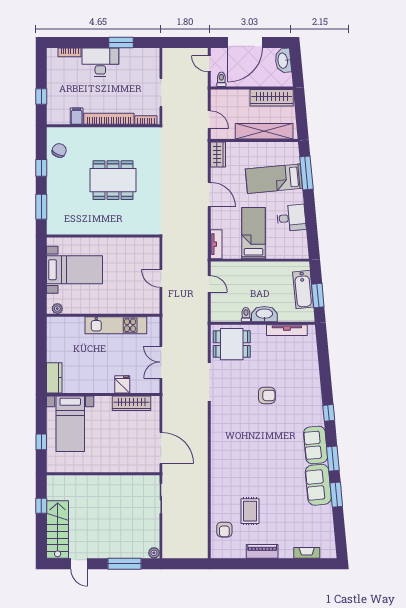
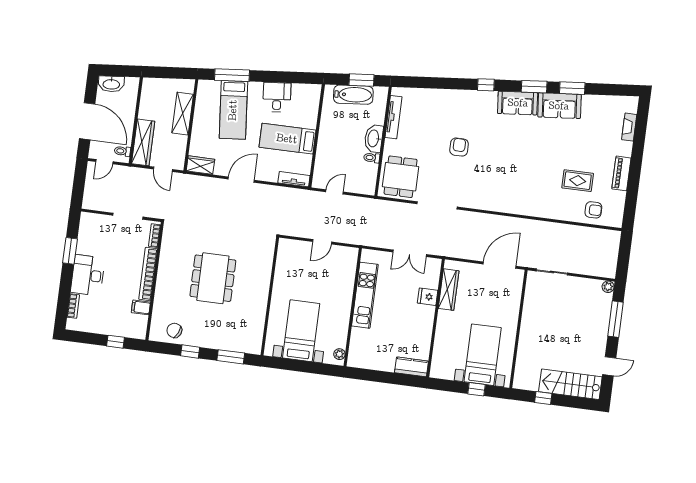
wardrobe: (272, 98) -> (143, 142), moved
door: (209, 120) -> (163, 169), swing flipped
shelving: (264, 131) -> (183, 114), width x0.68
bed with nightstands: (70, 424) -> (483, 355), moved, turned -90

